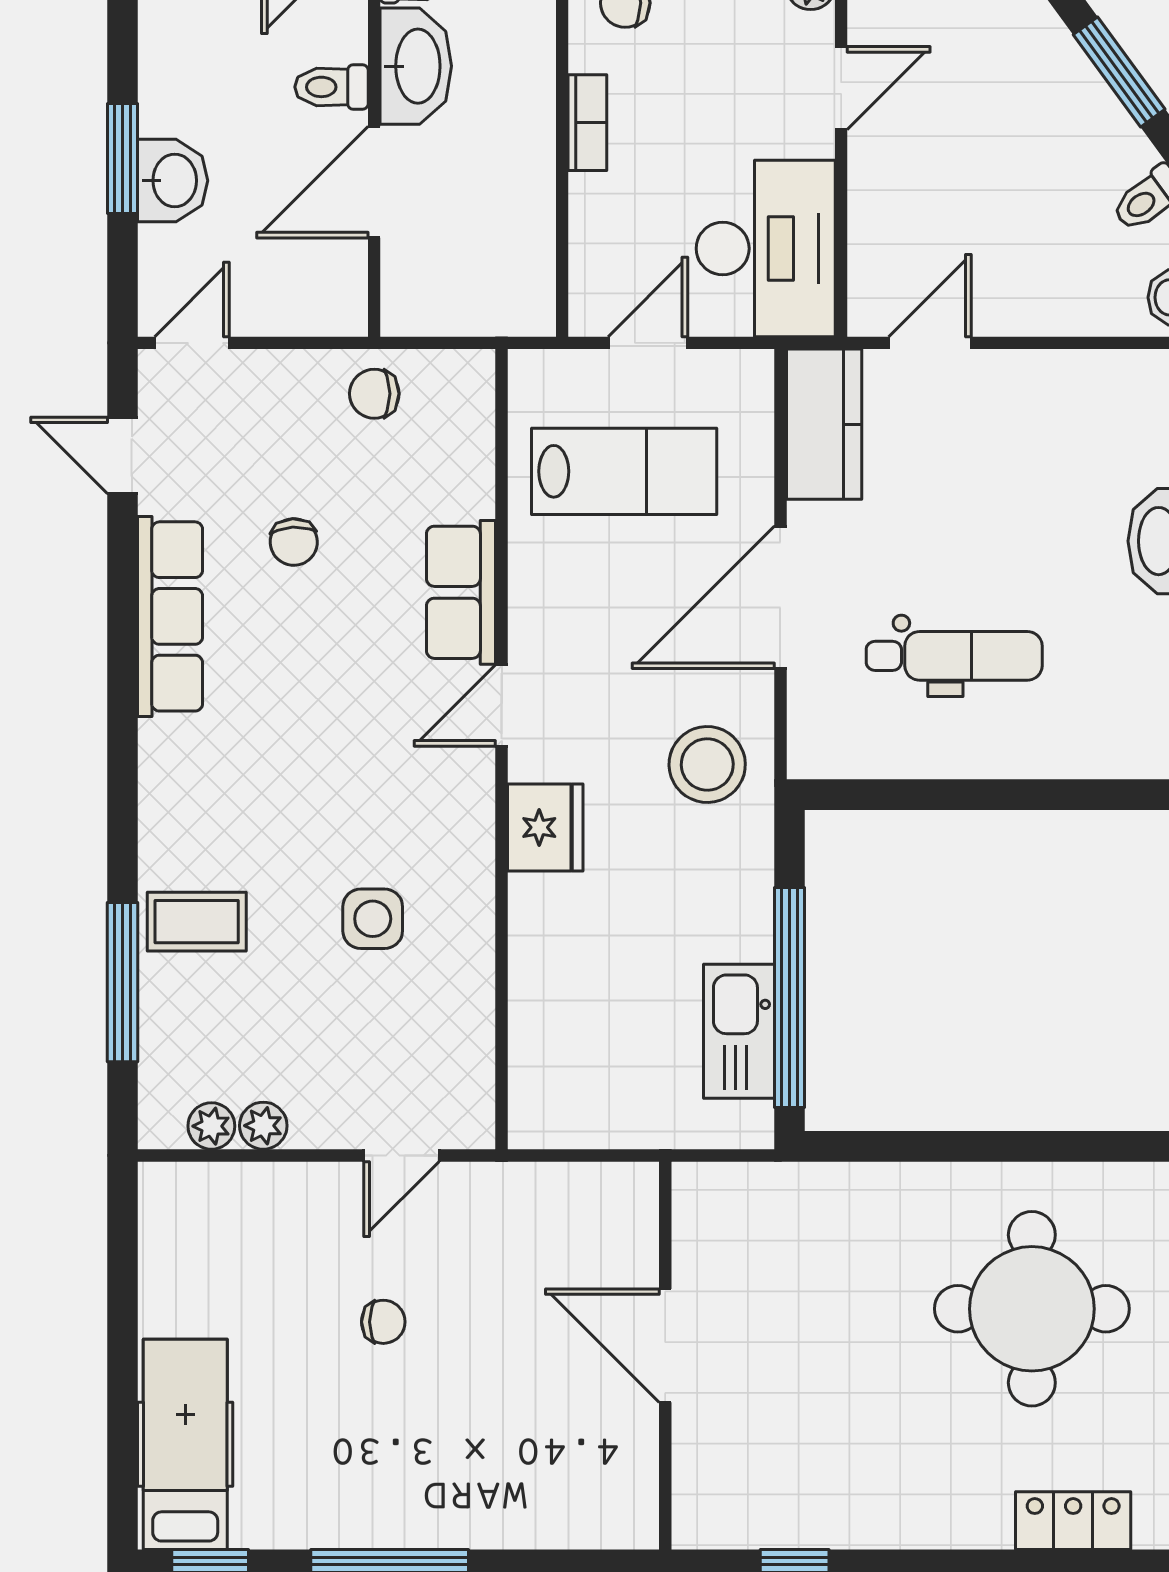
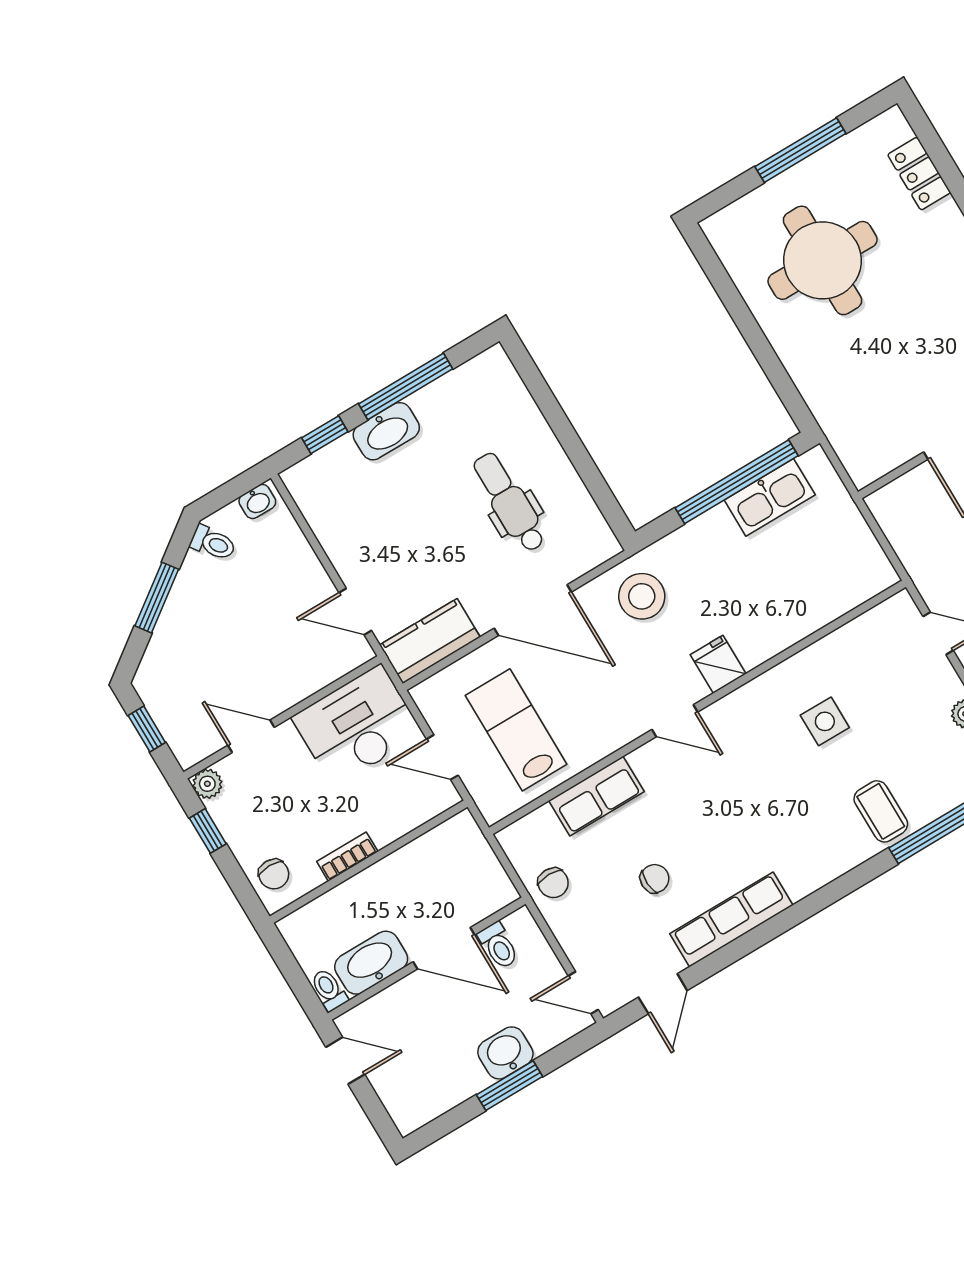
toilet: (332, 87) -> (498, 946), moved
row of seats: (461, 592) -> (596, 796), moved
fridge: (545, 827) -> (718, 664), width x0.72

